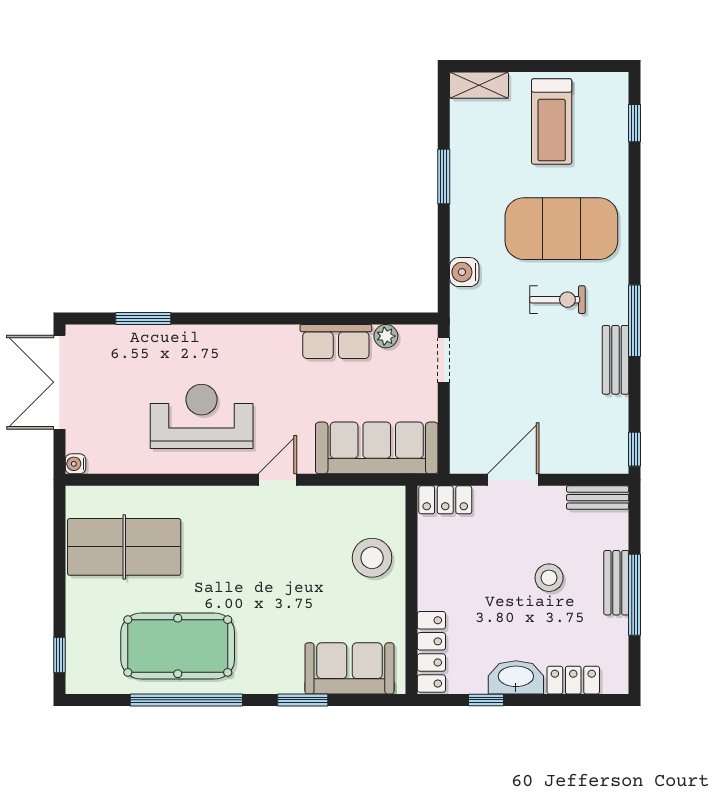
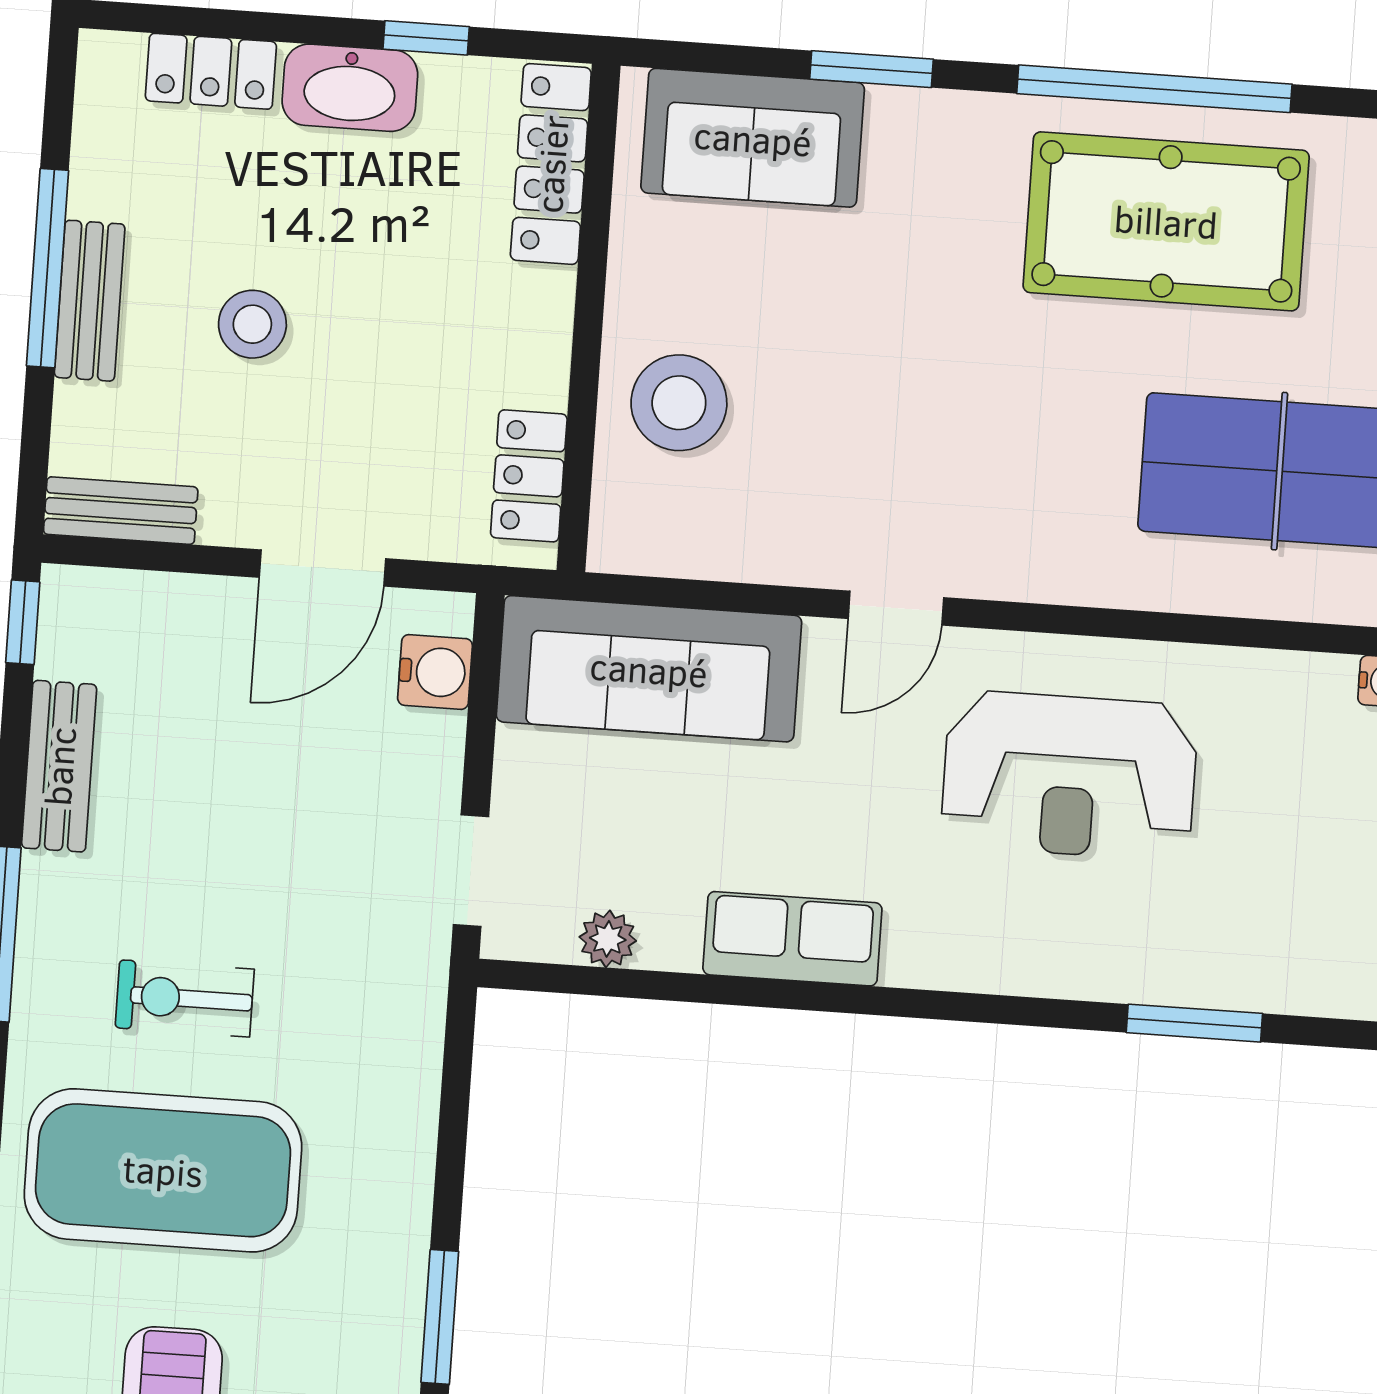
water cooler: (464, 272) -> (435, 672), moved
row of seats: (336, 341) -> (792, 939), moved
bench: (616, 360) -> (59, 766), moved
locker: (445, 500) -> (529, 476), moved, turned -90

